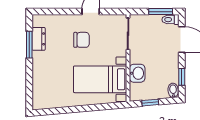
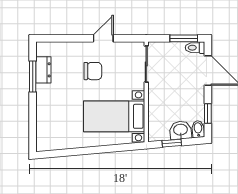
washbasin: (137, 73) -> (181, 130), moved, turned -95

